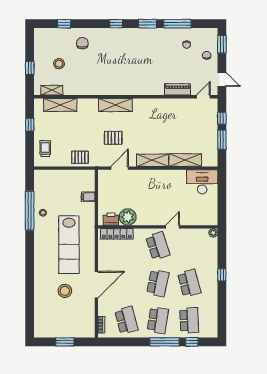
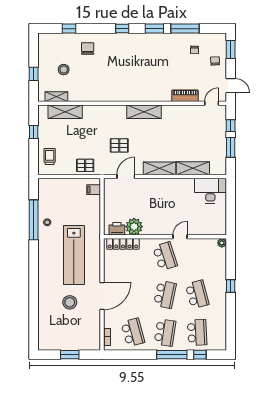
shelving: (115, 105) -> (144, 112), moved
filing cabinet: (88, 197) -> (94, 190), moved

